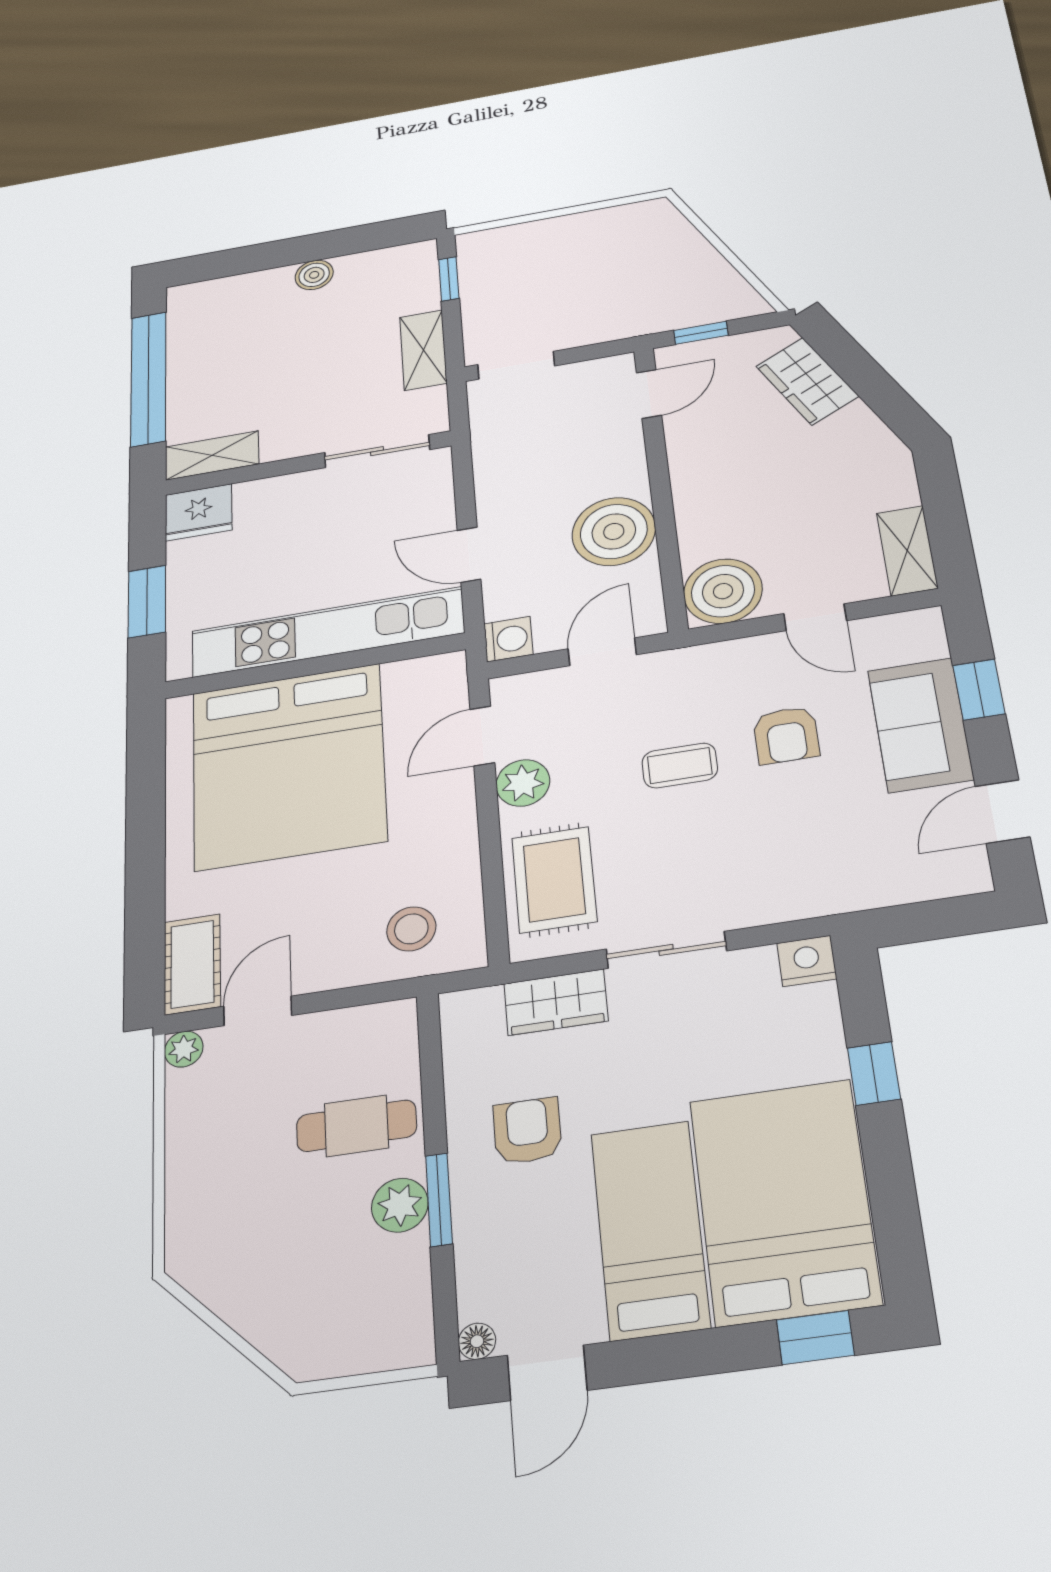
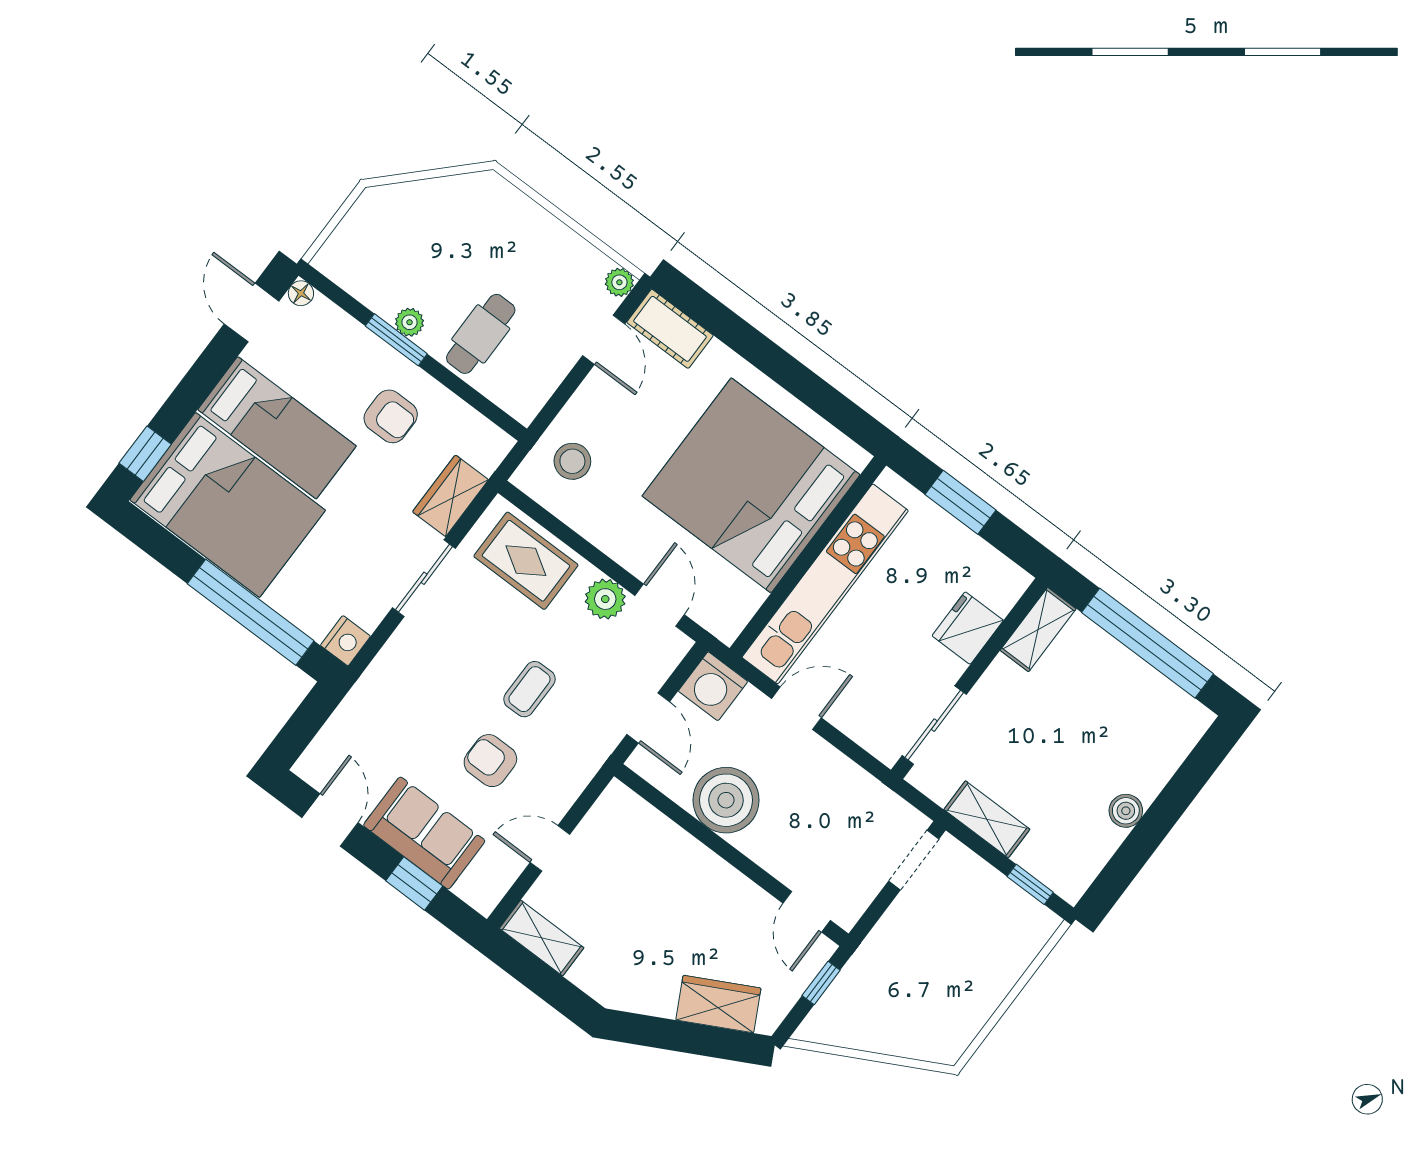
fridge: (199, 512) -> (968, 628), moved
boiler: (723, 591) -> (620, 818), removed
washing machine: (508, 639) -> (713, 686), width x1.38, depth x1.38
window: (874, 1073) -> (251, 612), width x3.17
plant: (400, 1205) -> (410, 322), width x0.73, depth x0.73

